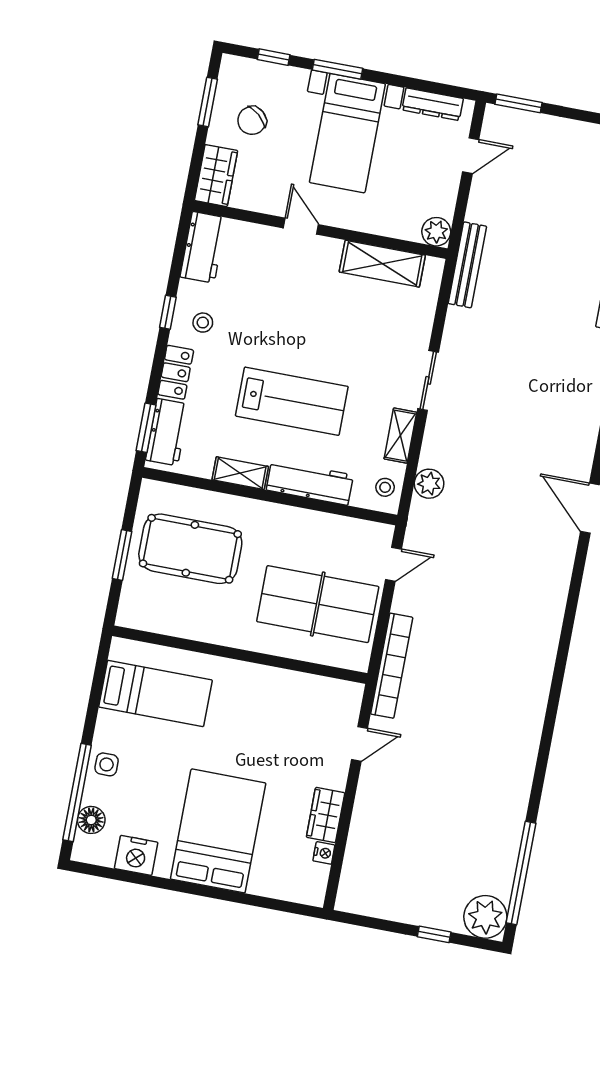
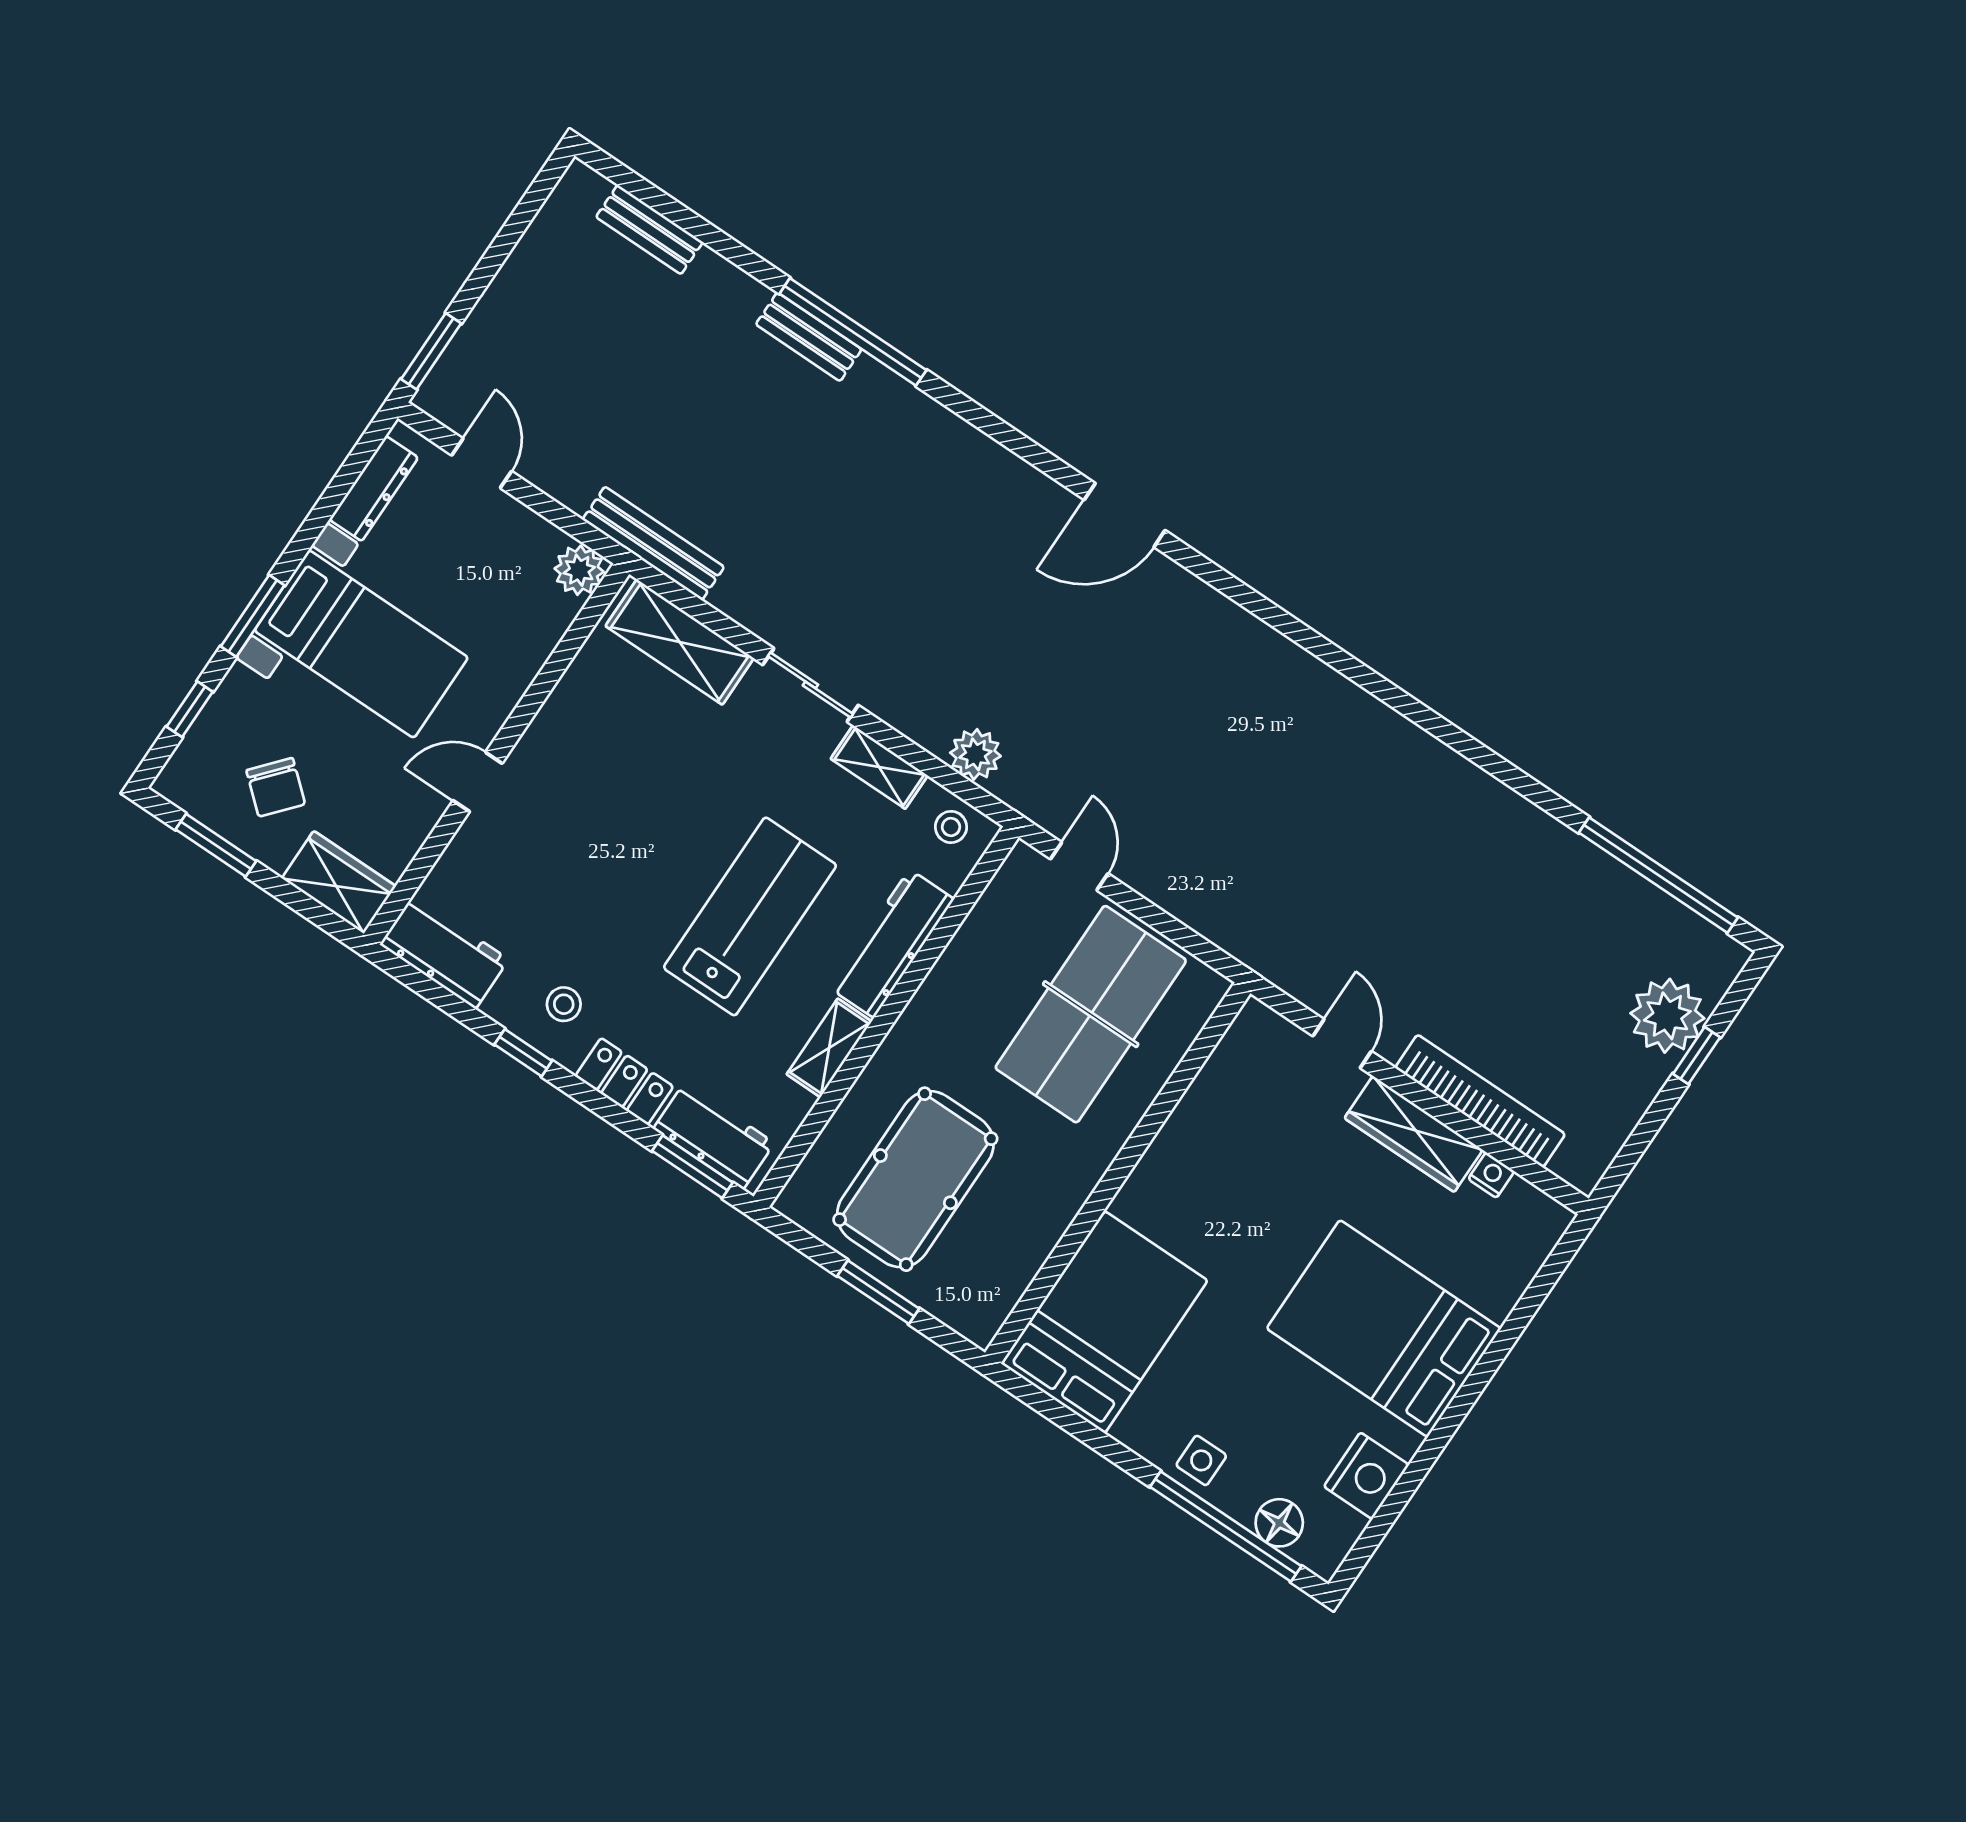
shelving: (382, 264) -> (680, 642), moved, turned 90
bookcase: (392, 666) -> (1480, 1101), moved
bed: (156, 693) -> (1105, 1322), width x1.50
wardrobe: (326, 815) -> (1414, 1134), width x1.50
plant: (485, 917) -> (1667, 1016), moved

